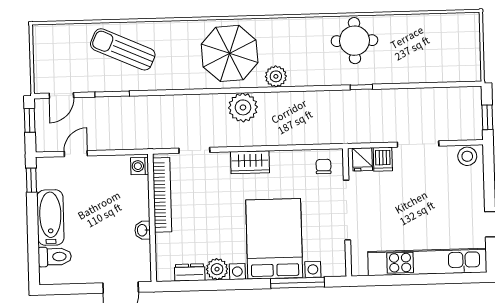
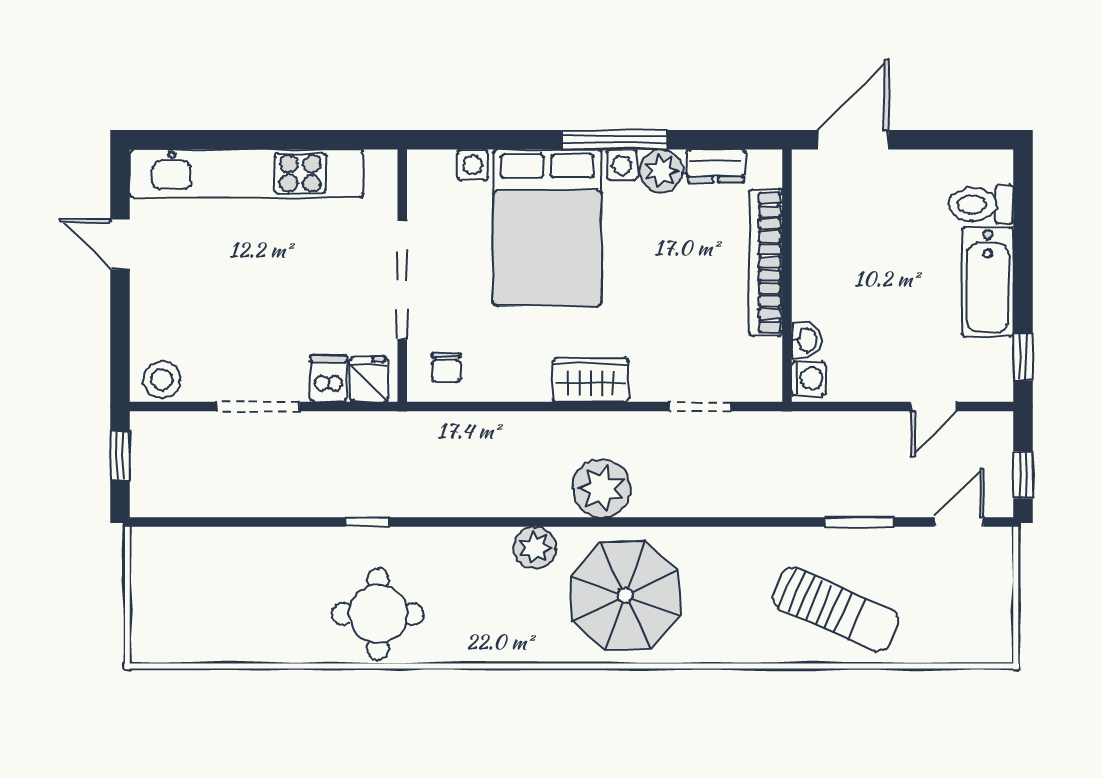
bookcase: (162, 195) -> (766, 262), moved
washbasin: (143, 230) -> (806, 340), moved
window: (297, 283) -> (614, 140), moved

